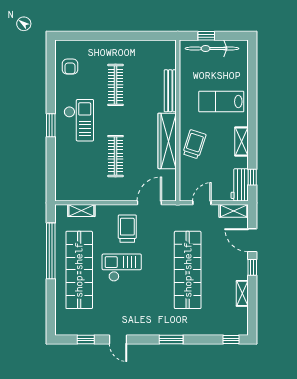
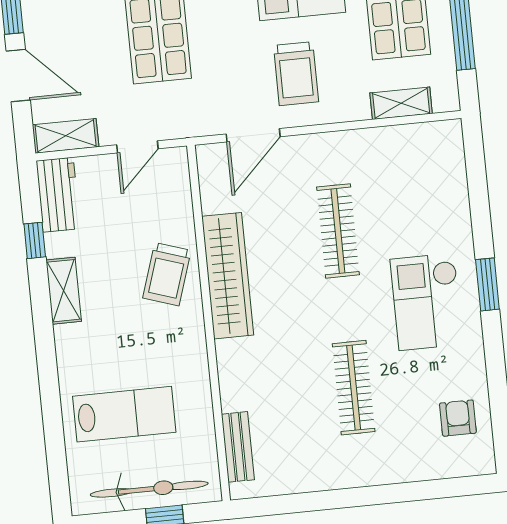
bench: (170, 91) -> (238, 447), moved, width x0.73
lab bench: (221, 102) -> (124, 414), moved
window: (252, 177) -> (35, 240), moved

